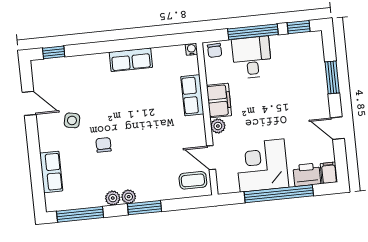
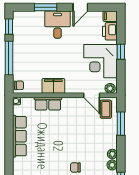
desk: (252, 57) -> (57, 25), moved, turned 90
row of seats: (131, 60) -> (19, 136), width x1.48
plant: (218, 126) -> (110, 88), moved
door: (211, 158) -> (92, 95), hinge flipped
window: (279, 194) -> (121, 52), width x0.32
window: (145, 208) -> (121, 124), moved

